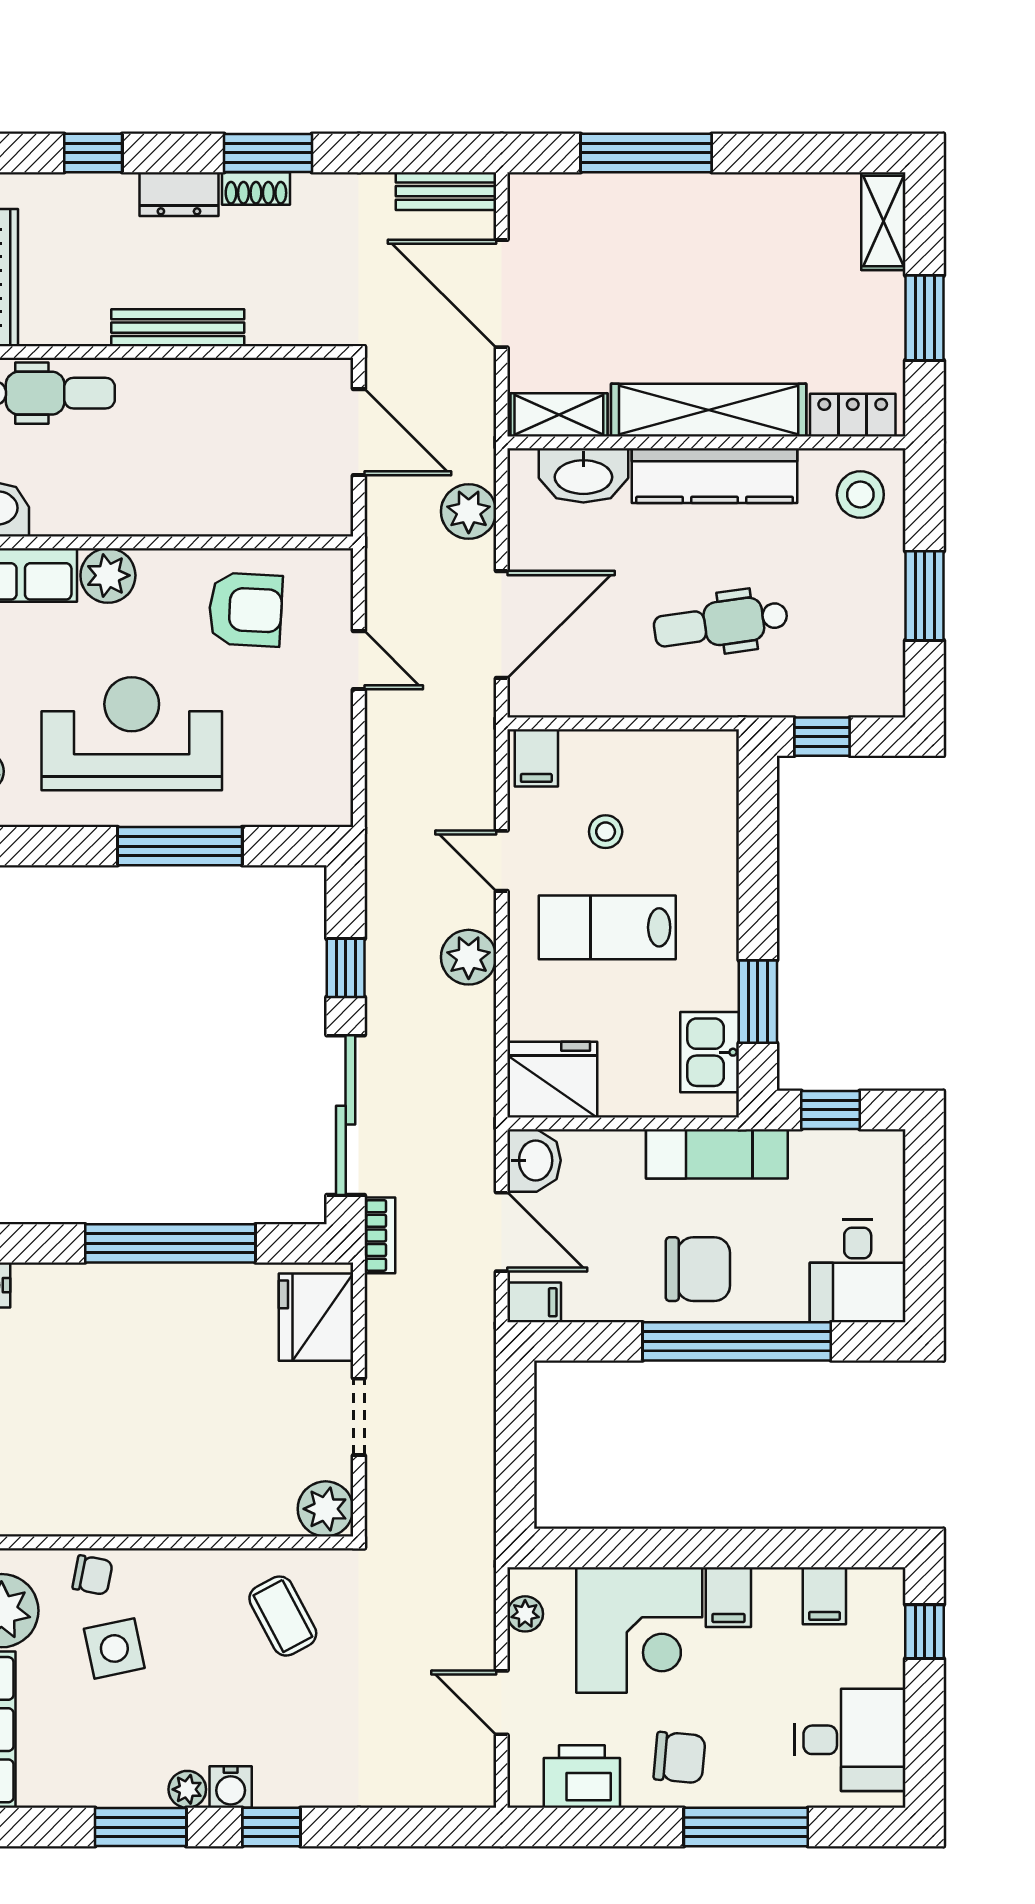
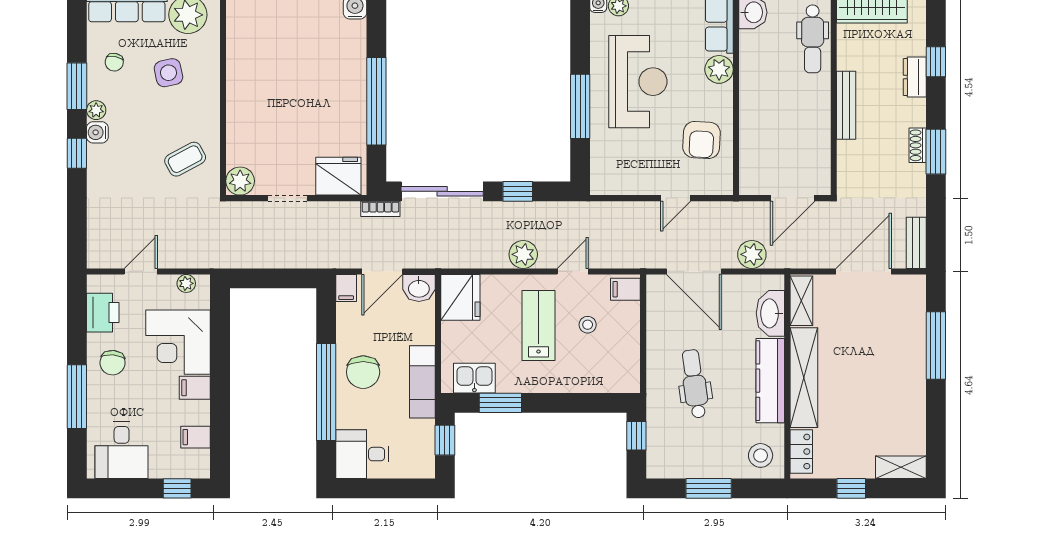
dresser: (179, 194) -> (915, 77), moved
window: (925, 318) -> (851, 488), width x0.67
chair: (93, 1575) -> (114, 62), moved

